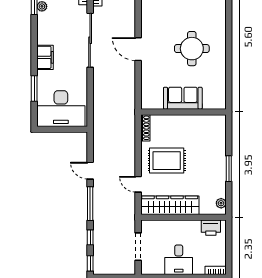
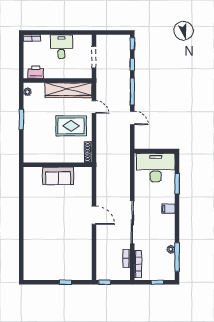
round table: (192, 49) -> (51, 216), removed
filing cabinet: (45, 57) -> (168, 209), width x0.50

